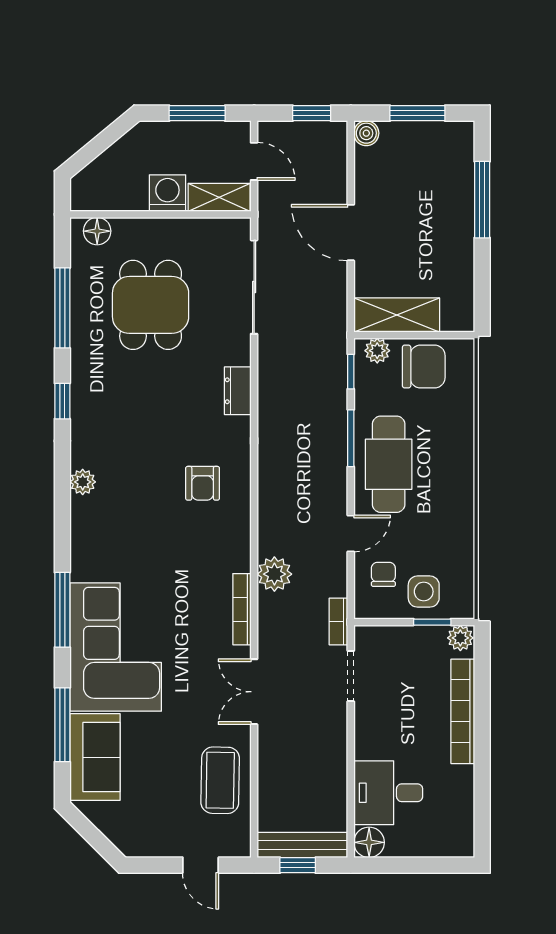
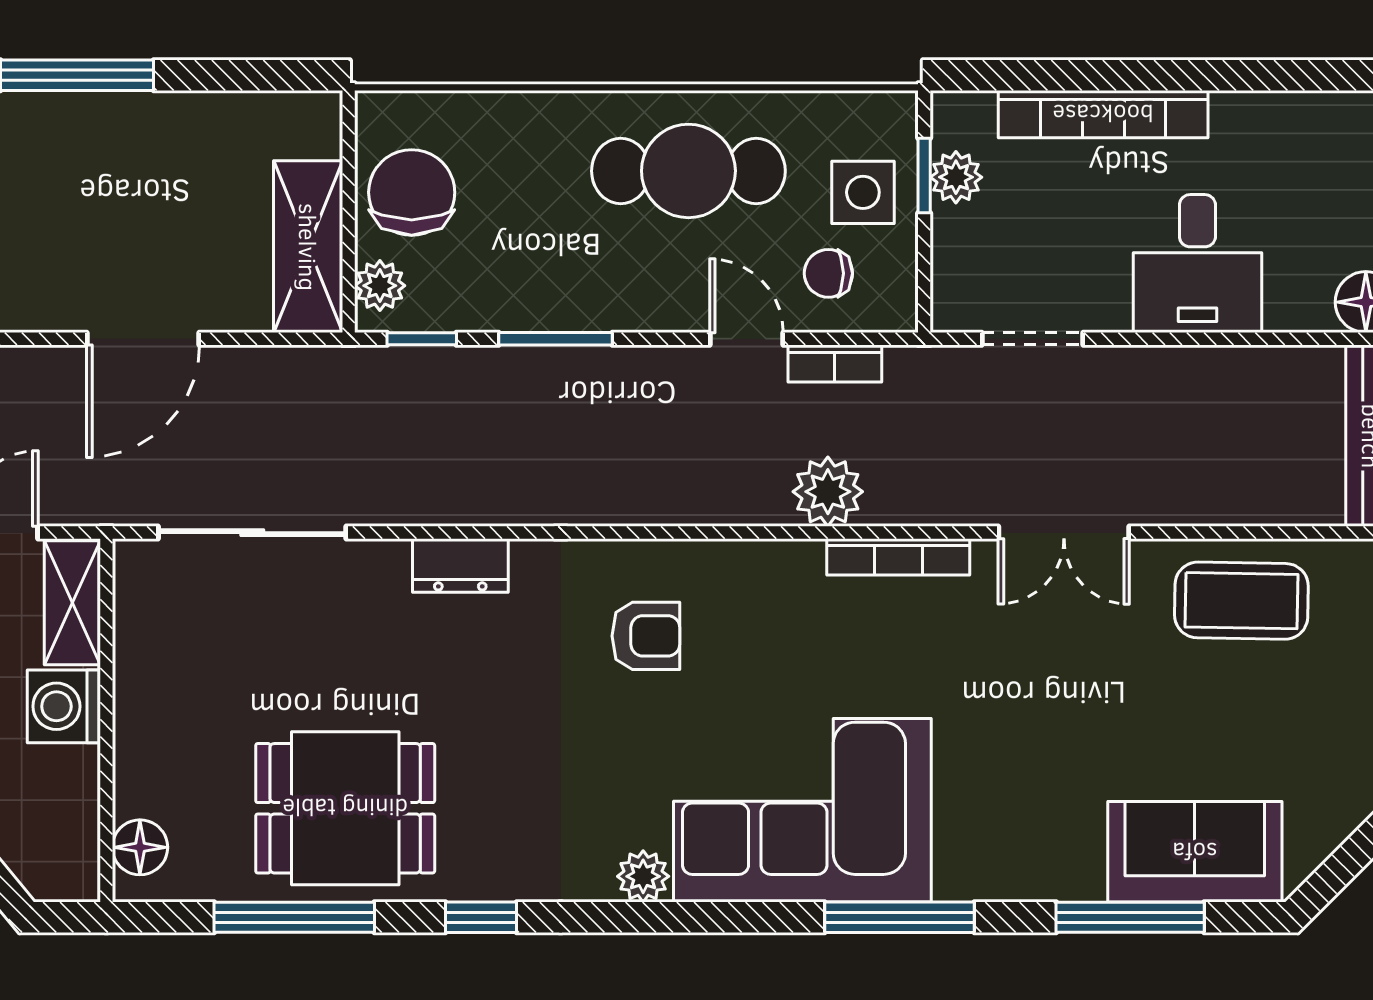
dining table: (151, 305) -> (345, 808), moved
cafe table: (389, 464) -> (688, 171), moved
bookcase: (338, 622) -> (835, 364), moved
plant: (460, 638) -> (956, 177), moved
corner sofa: (116, 647) -> (802, 810), moved
desk: (388, 793) -> (1197, 264), moved

